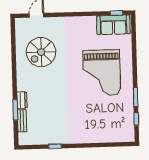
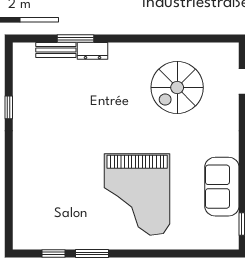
sofa: (113, 25) -> (222, 187), moved
spiral stairs: (41, 52) -> (177, 87), turned -90
grand piano: (102, 73) -> (137, 194), turned -90

